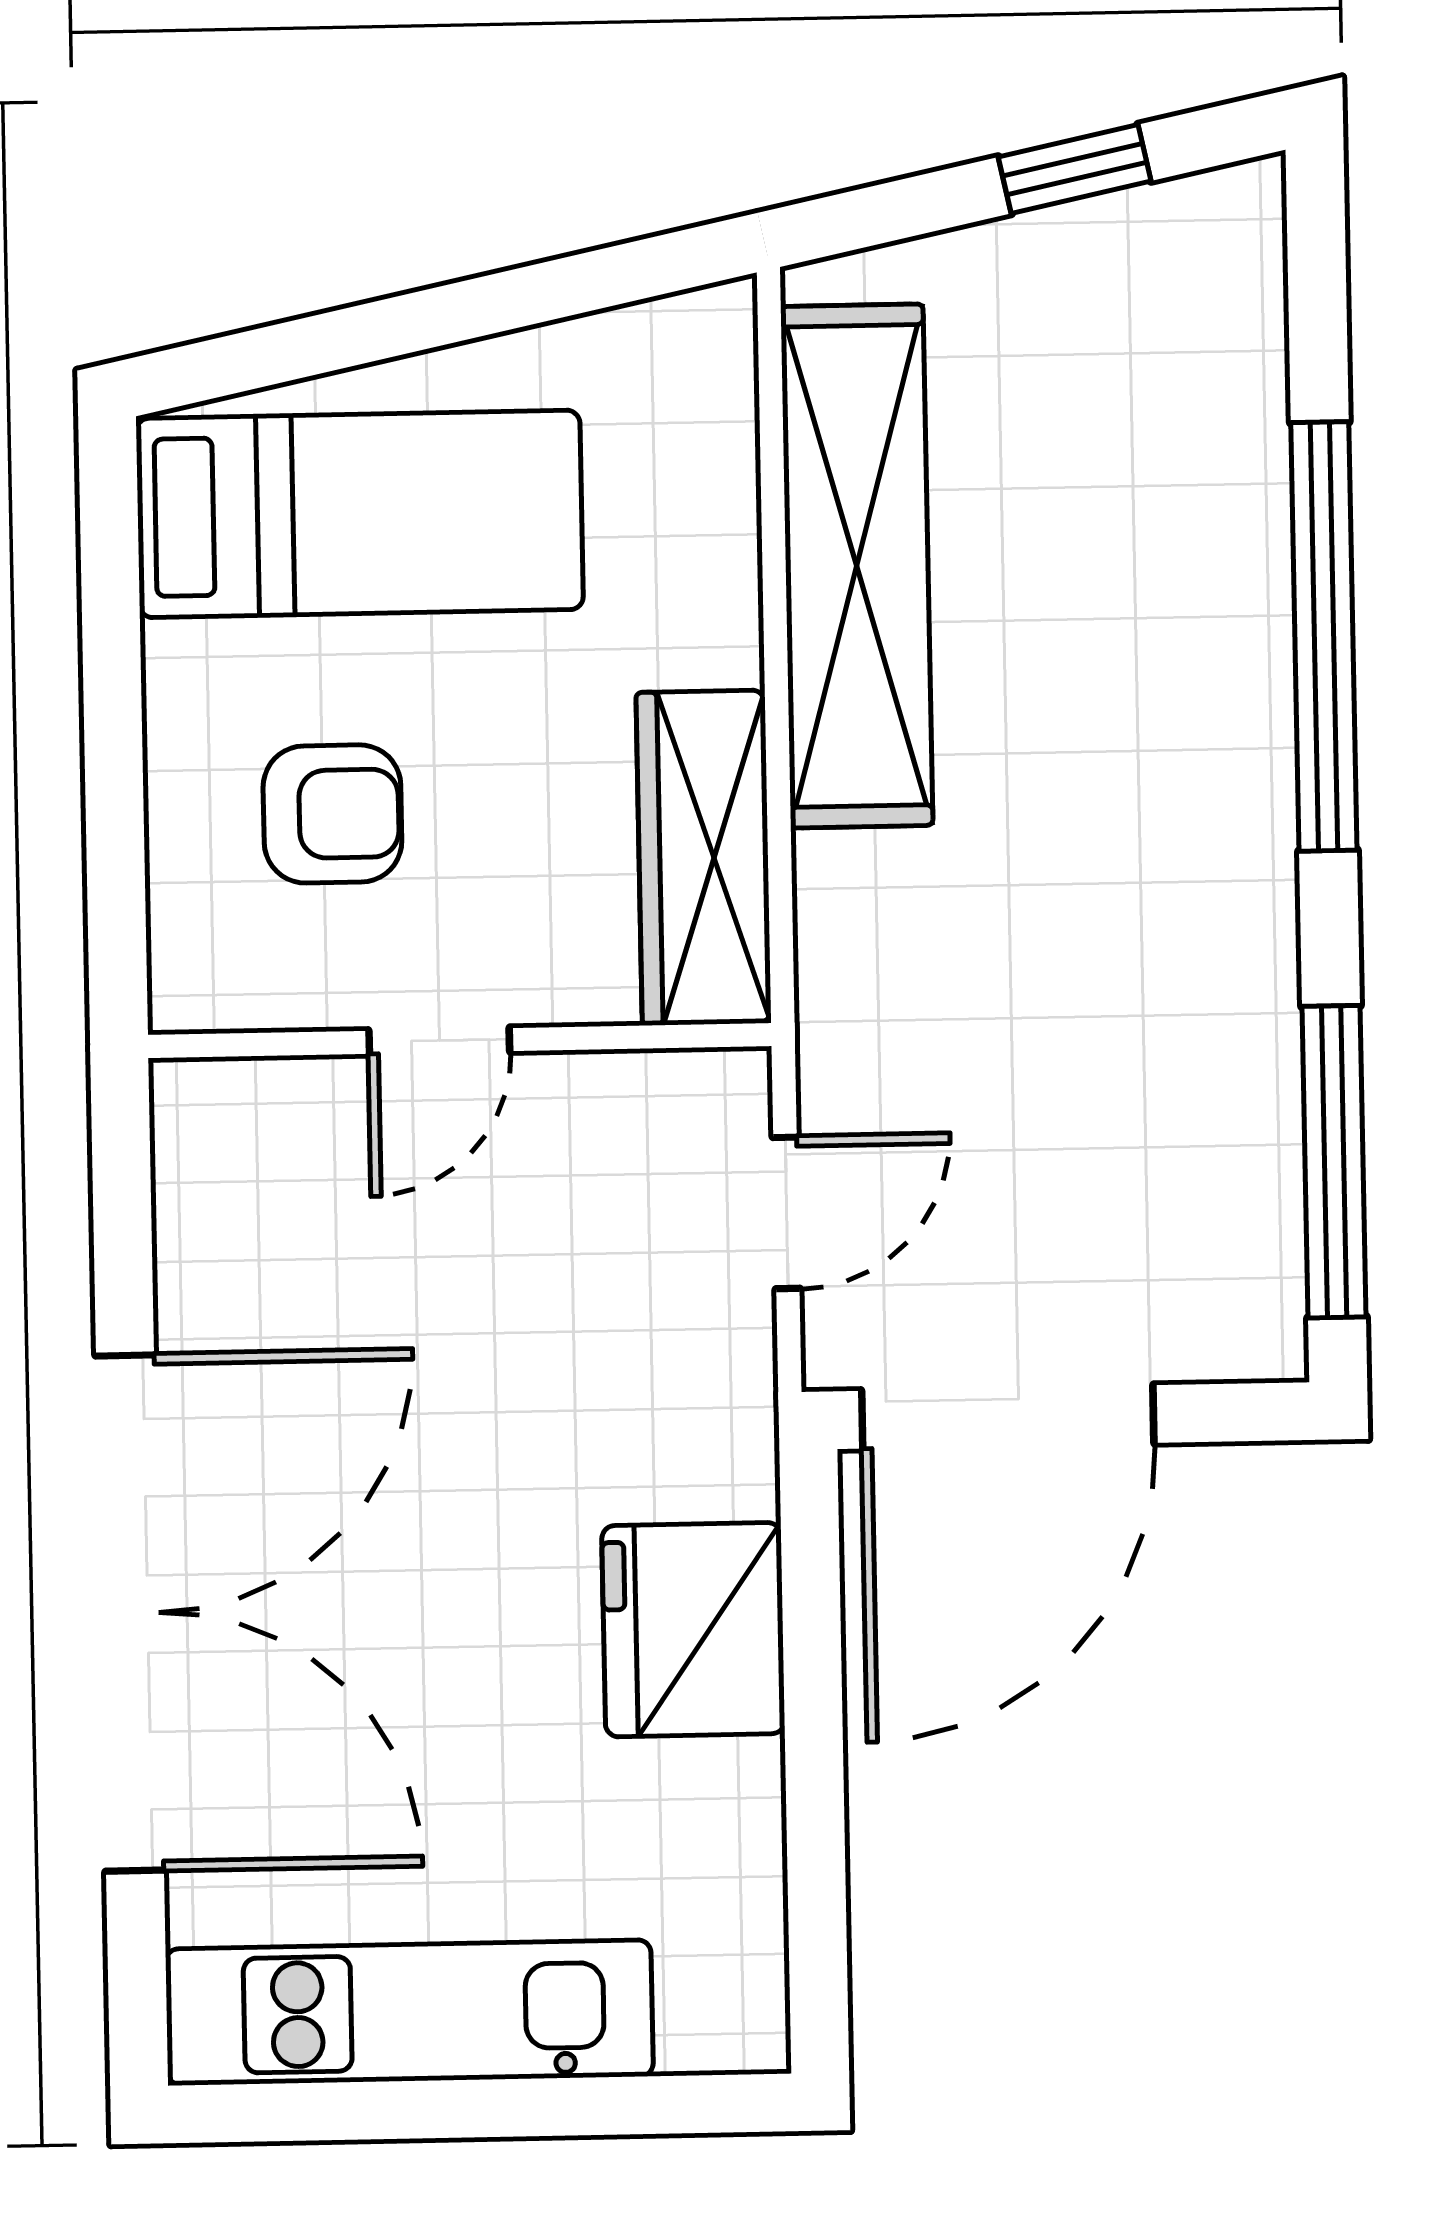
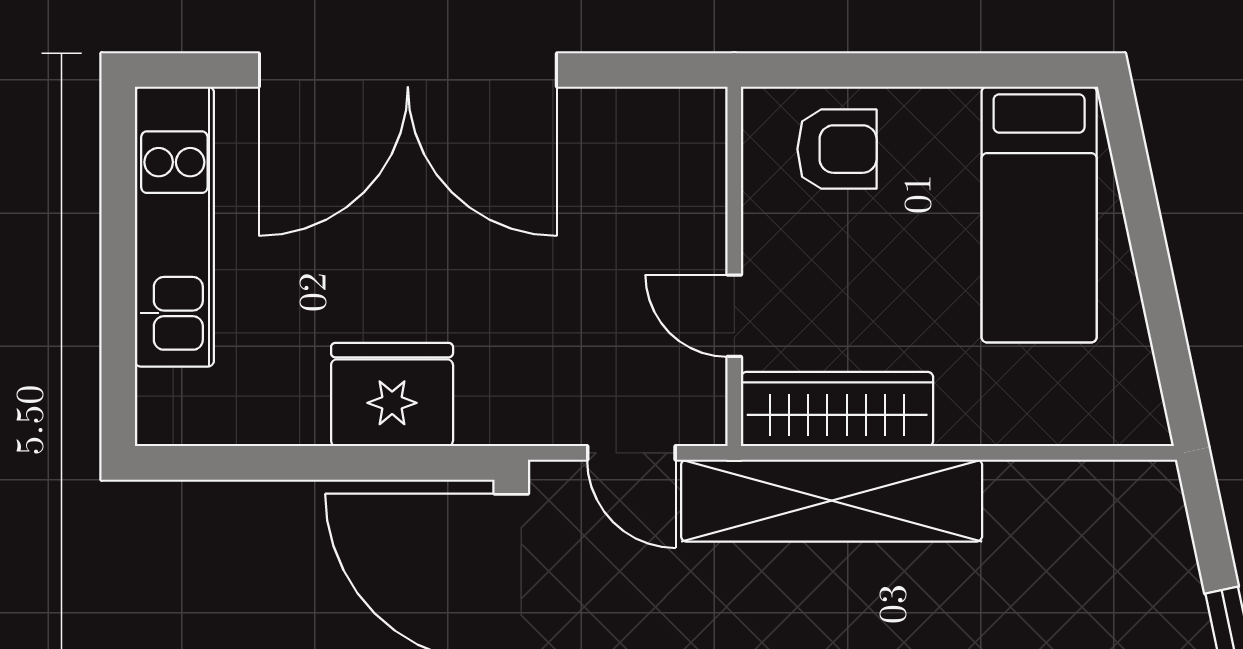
shelving: (857, 566) -> (832, 501), moved
armchair: (332, 814) -> (837, 149), moved, turned -90
door: (439, 1041) -> (734, 316), moved

